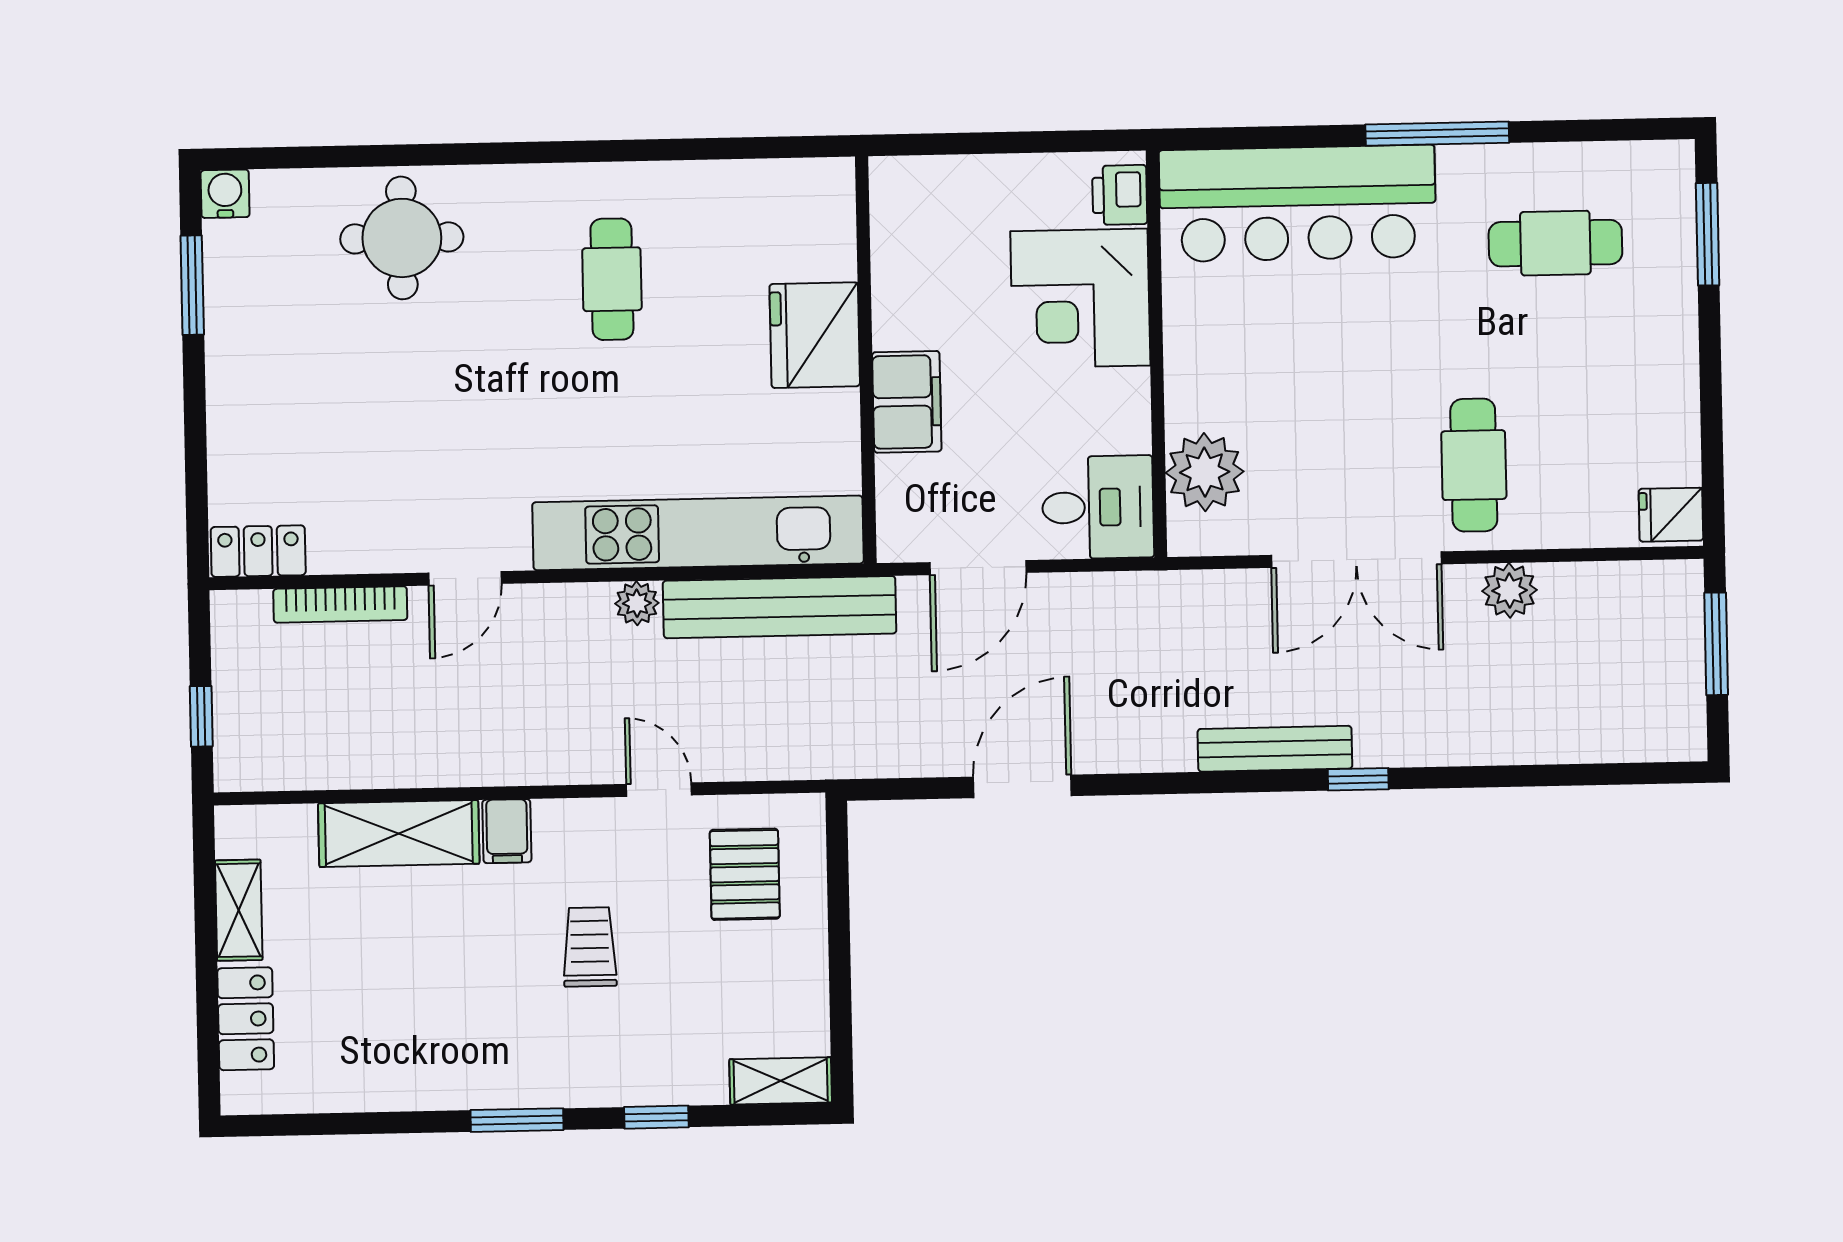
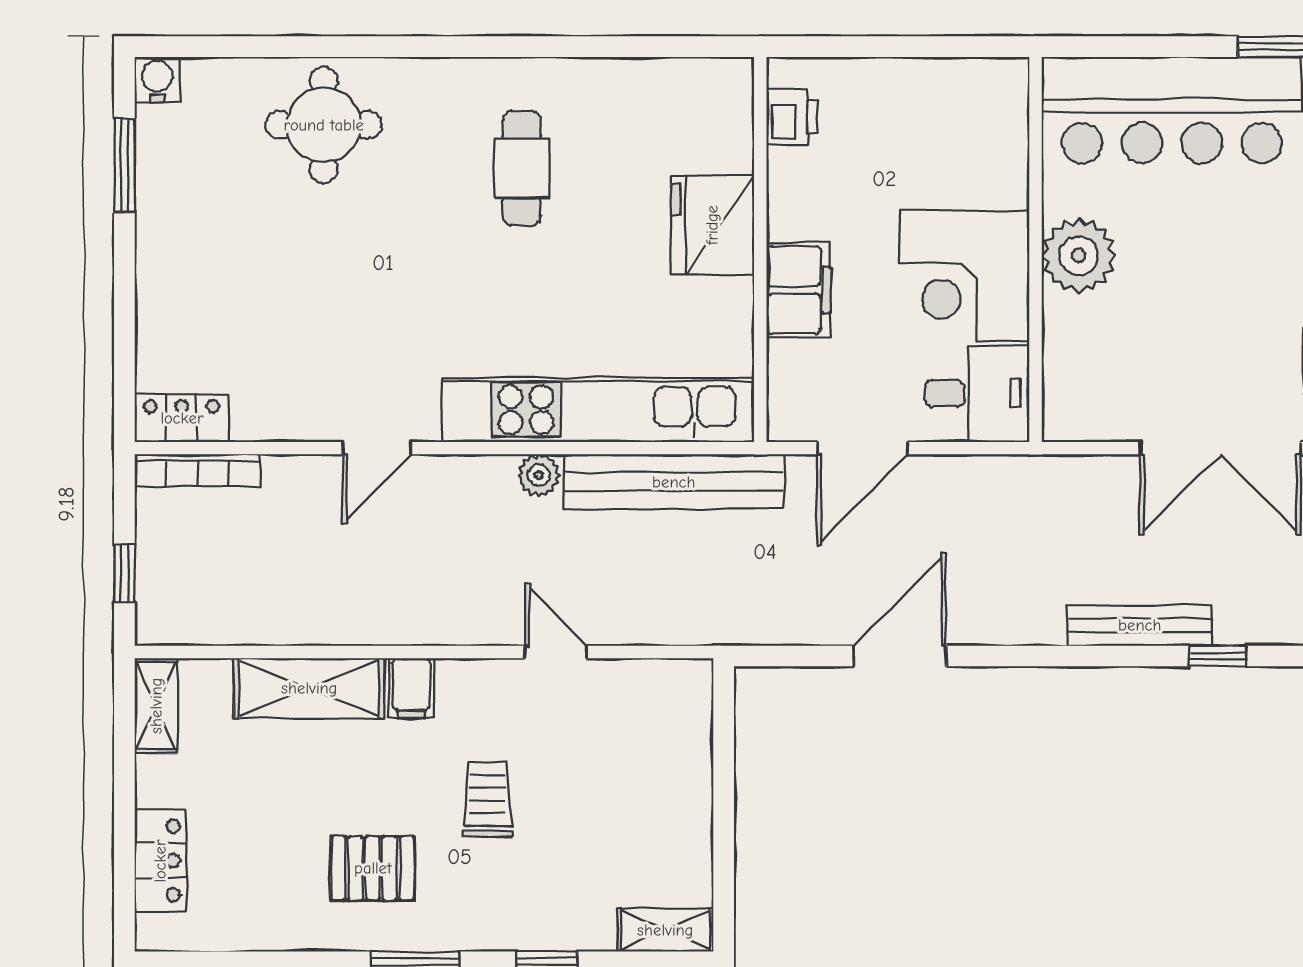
printer: (1120, 195) -> (792, 117), moved, turned 180
corner desk: (1080, 298) -> (964, 276), moved
plant: (1205, 472) -> (1079, 255), moved
bookcase: (340, 604) -> (198, 470), moved
pallet: (745, 874) -> (373, 868), moved, turned 90
shelving: (239, 910) -> (156, 706), moved

